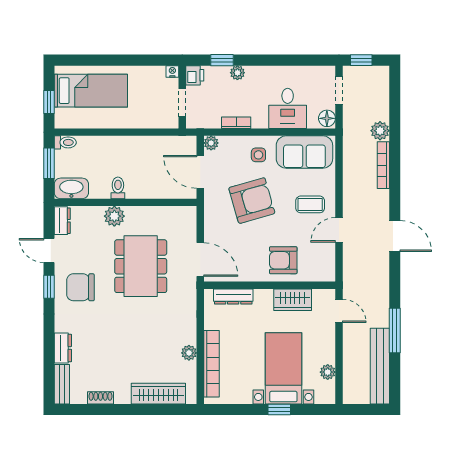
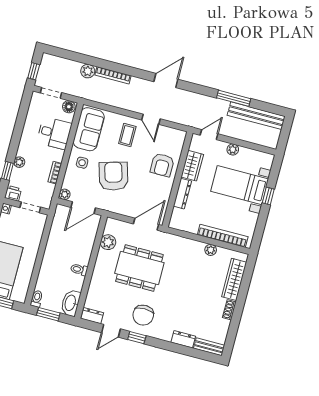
plant: (114, 216) -> (108, 242), moved
dresser: (233, 297) -> (182, 194), moved
plant: (328, 372) -> (233, 150), moved
shoe rack: (100, 398) -> (229, 310), moved

